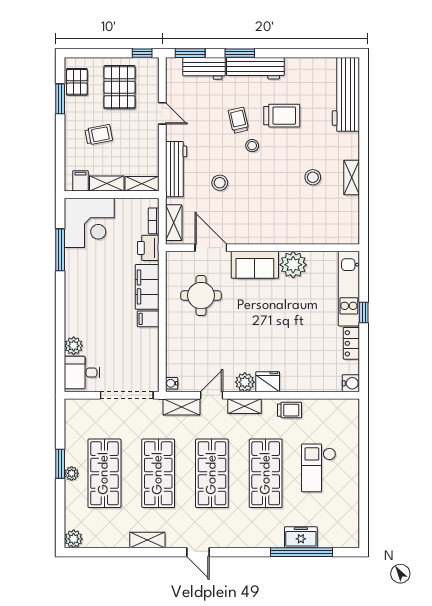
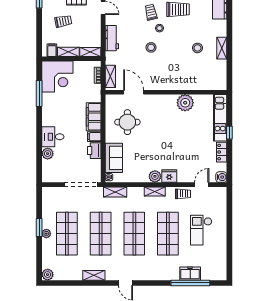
workbench: (176, 169) -> (112, 38), width x0.73
stool: (220, 183) -> (151, 47), moved
printer: (148, 248) -> (94, 151), moved
sofa: (255, 265) -> (114, 158), moved, turned -90
desk: (82, 373) -> (53, 137), moved
door: (212, 395) -> (202, 185), moved

